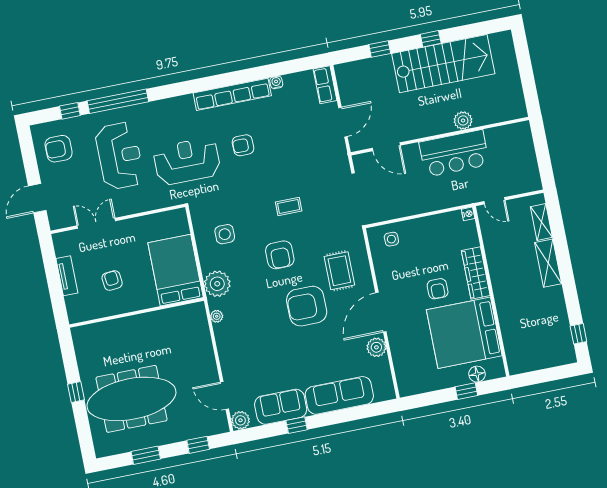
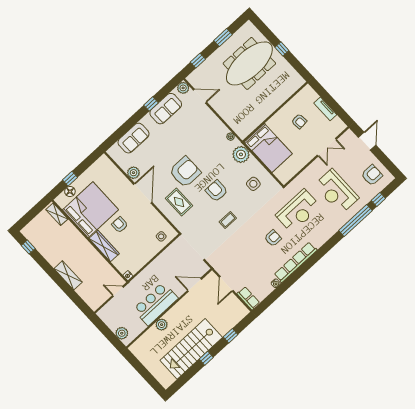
plant: (523, 142) -> (122, 333), added
shelving: (541, 222) -> (57, 214), moved
sofa: (339, 395) -> (134, 138), width x0.73

